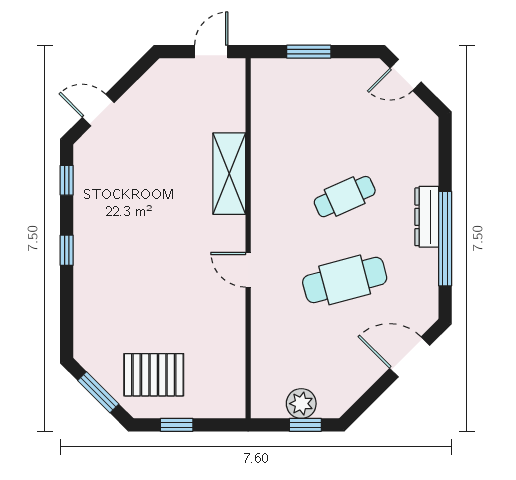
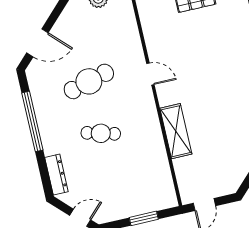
cafe table: (345, 197) -> (101, 133), turned 39
dresser: (427, 217) -> (56, 175), moved

